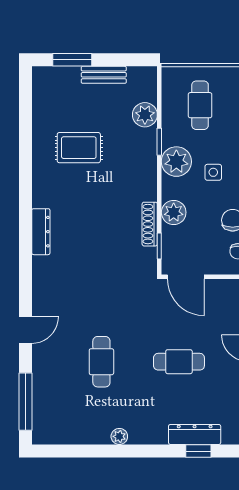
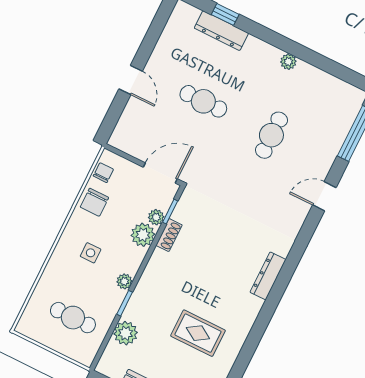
cafe table: (200, 105) -> (73, 318), turned 90
plant: (176, 162) -> (124, 281), width x0.53, depth x0.53
shoe rack: (150, 224) -> (169, 235), width x0.70
plant: (170, 234) -> (156, 217), added
door: (186, 277) -> (160, 173), hinge flipped

